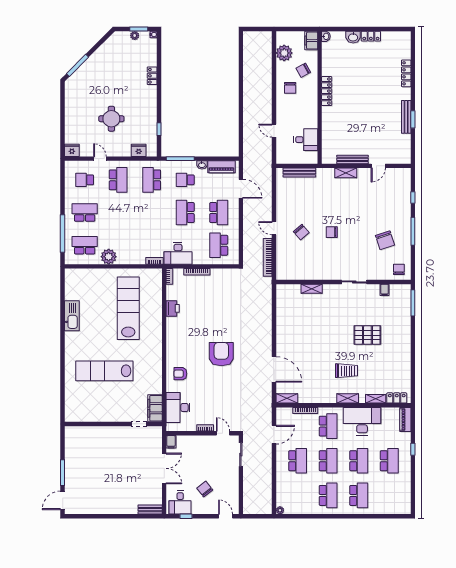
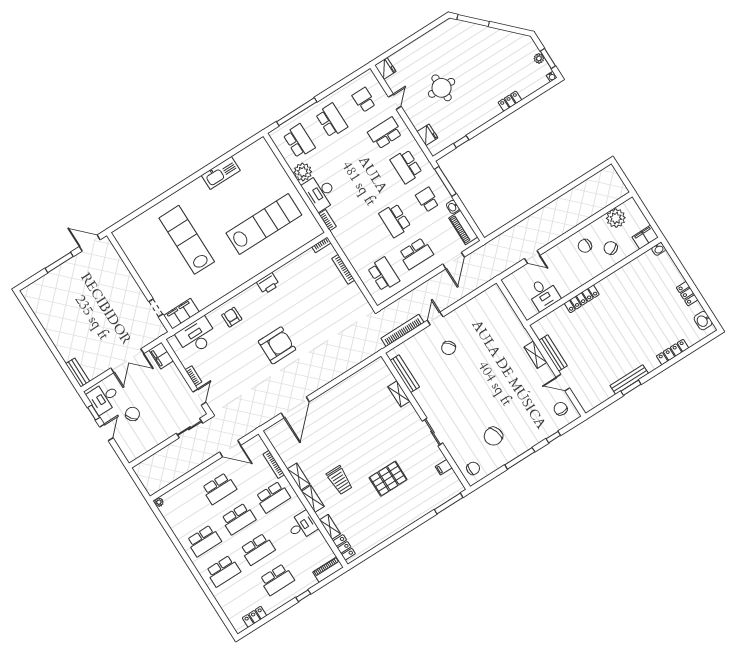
washbasin: (353, 37) -> (703, 321), moved
locker: (327, 91) -> (582, 299), moved
door: (274, 131) -> (532, 257), swing flipped
bench: (299, 173) -> (405, 374), moved
school desk: (118, 180) -> (385, 133), turned 180
school desk: (152, 180) -> (406, 166), turned -90
school desk: (185, 213) -> (395, 220), turned -90
chair: (332, 232) -> (561, 409), moved
school desk: (219, 245) -> (384, 274), turned 90
desk: (178, 253) -> (320, 192), moved
printer: (173, 308) -> (268, 283), moved
pallet: (367, 335) -> (388, 479), turned 90
shelving: (287, 398) -> (299, 477), moved
desk: (362, 421) -> (302, 526), width x0.53, depth x0.77
filing cabinet: (171, 442) -> (161, 355), width x2.00
locker: (406, 494) -> (255, 617), added
door: (63, 500) -> (90, 243), moved
door: (226, 516) -> (106, 432), moved

